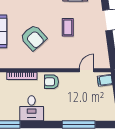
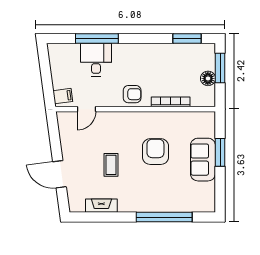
armchair: (33, 38) -> (155, 152), turned 42
desk: (32, 108) -> (96, 60), moved

